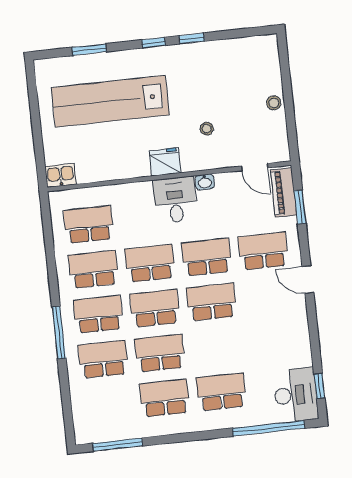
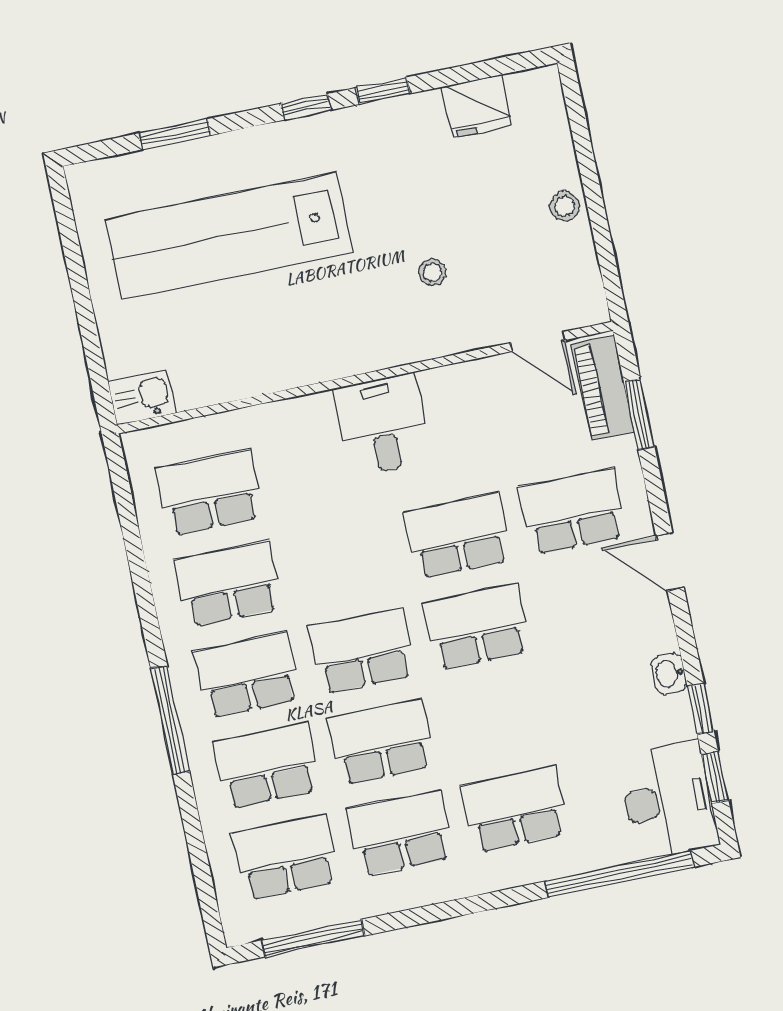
fridge: (165, 162) -> (478, 106), moved, turned 180
washbasin: (205, 182) -> (669, 674), moved, turned 90
school desk: (150, 263) -> (285, 857), moved
window: (316, 352) -> (701, 709), added

